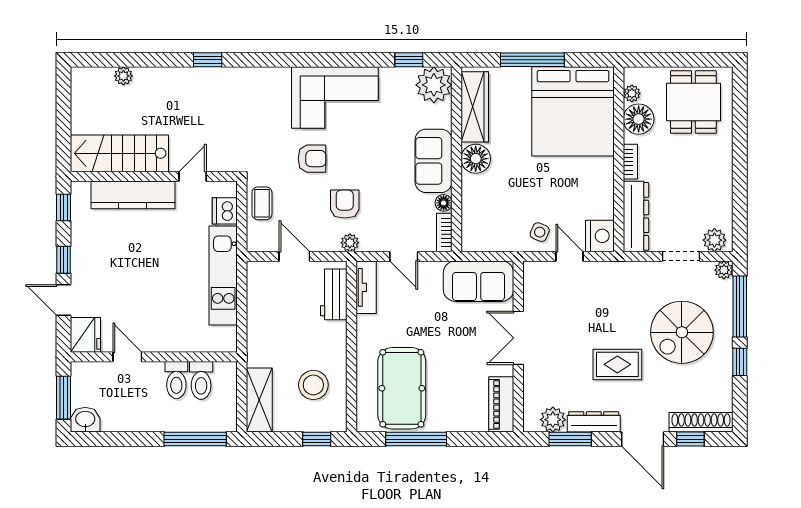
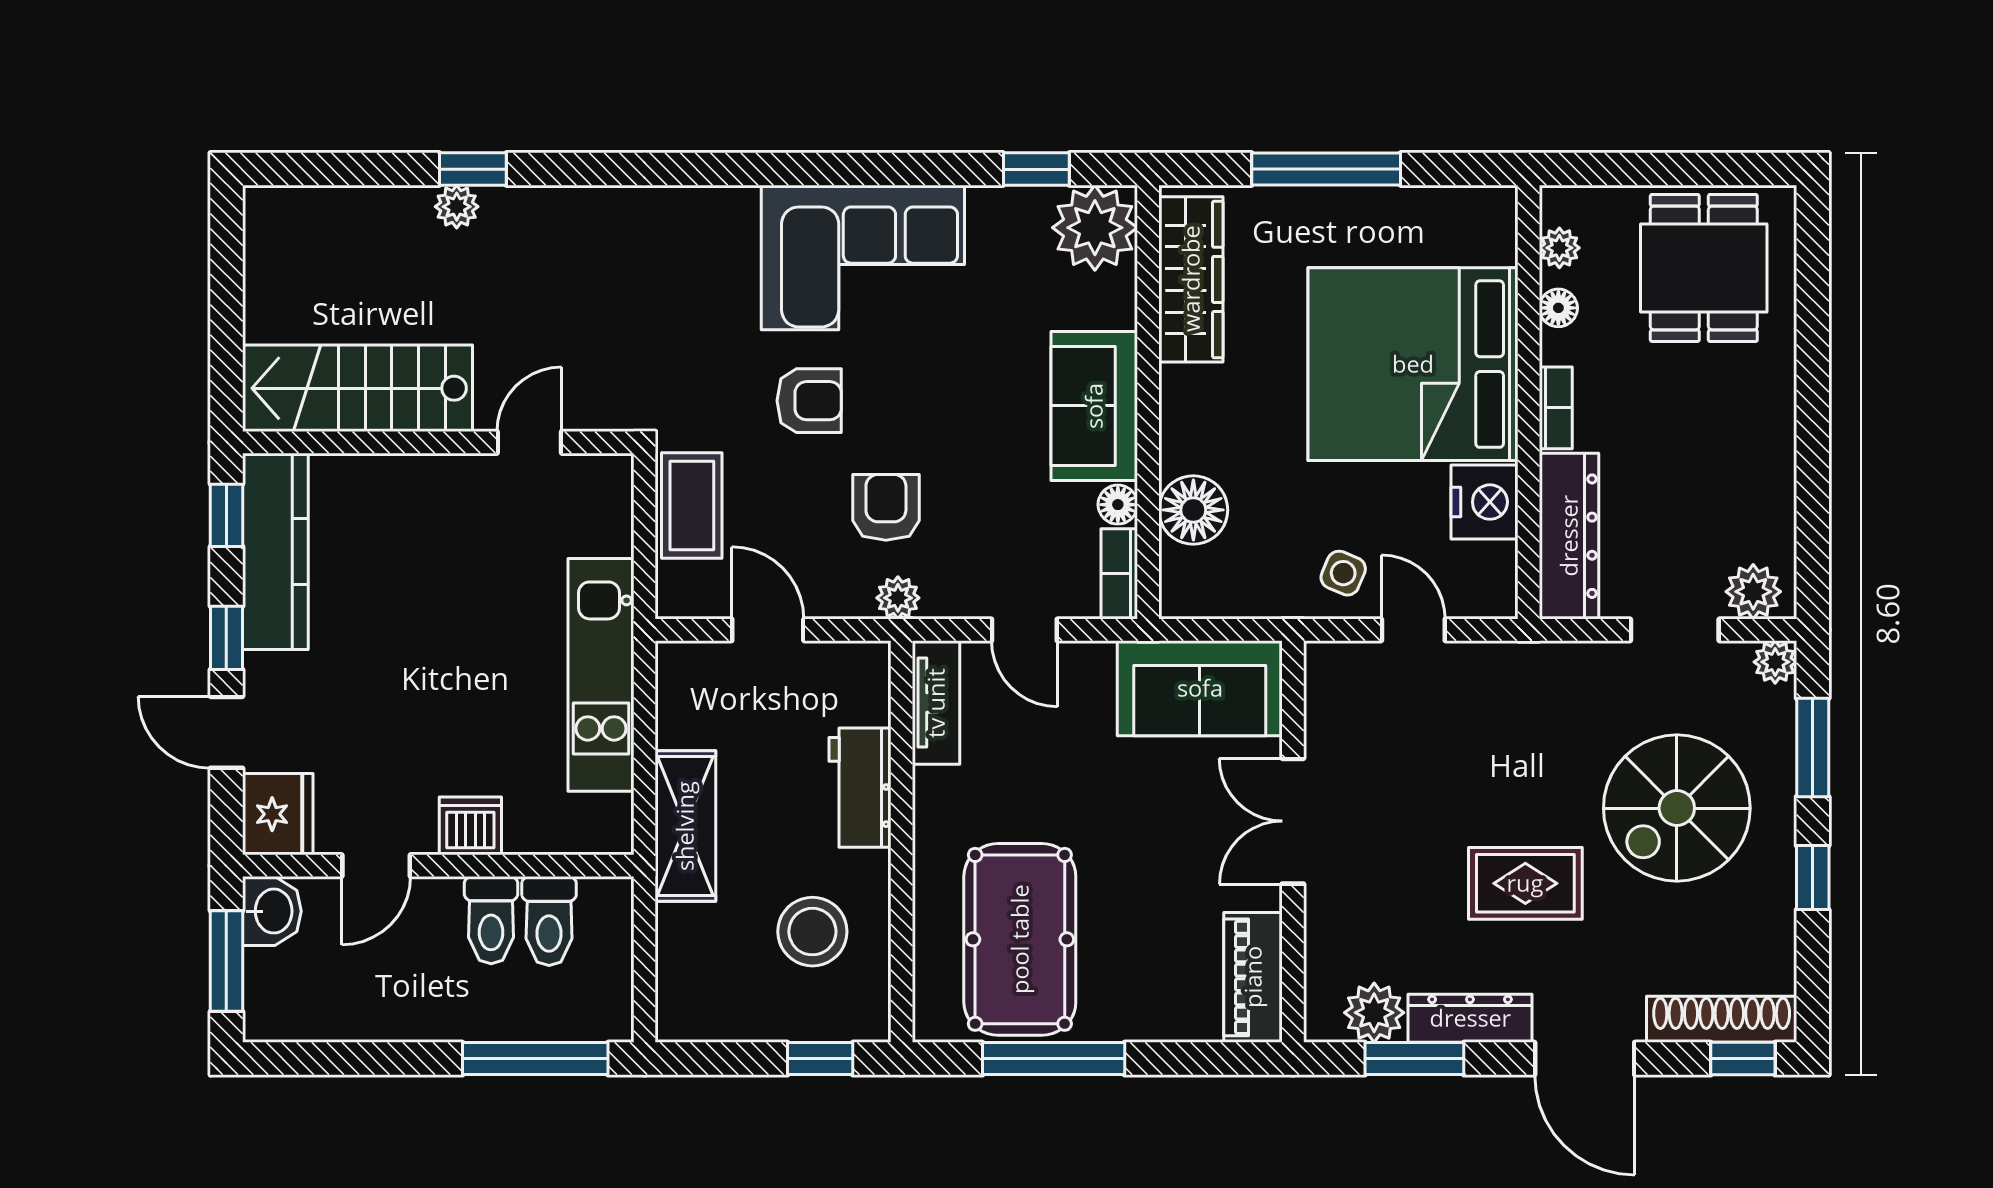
window: (208, 60) -> (473, 169), moved
plant: (123, 76) -> (457, 207), moved
bed: (573, 111) -> (1413, 364), moved, turned 90
floor lamp: (639, 119) -> (1558, 308), width x0.53, depth x0.53
floor lamp: (476, 159) -> (1193, 510), moved
kitchen counter: (133, 195) -> (275, 551), moved, turned -90
coffee table: (262, 203) -> (692, 506), width x1.36, depth x1.30
dishwasher: (225, 211) -> (470, 826), moved, turned 90
nightstand: (600, 236) -> (1485, 502), moved
workbench: (334, 294) -> (860, 788), moved
window: (740, 306) -> (1813, 748), width x0.69
door: (127, 357) -> (376, 866), swing flipped
shelving: (259, 400) -> (685, 826), moved
washbasin: (85, 420) -> (272, 911), moved, turned 90
window: (690, 439) -> (1743, 1059), moved

